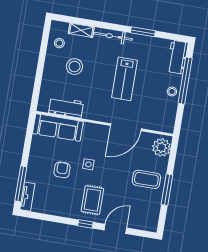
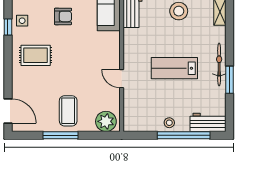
bicycle: (113, 36) -> (219, 64), moved
door: (126, 127) -> (122, 79), width x0.53
side table: (88, 164) -> (22, 21), moved
window: (85, 224) -> (8, 27), moved
door: (115, 229) -> (8, 111), moved

